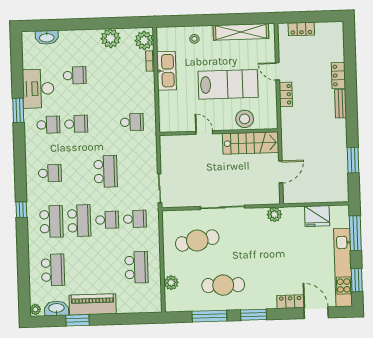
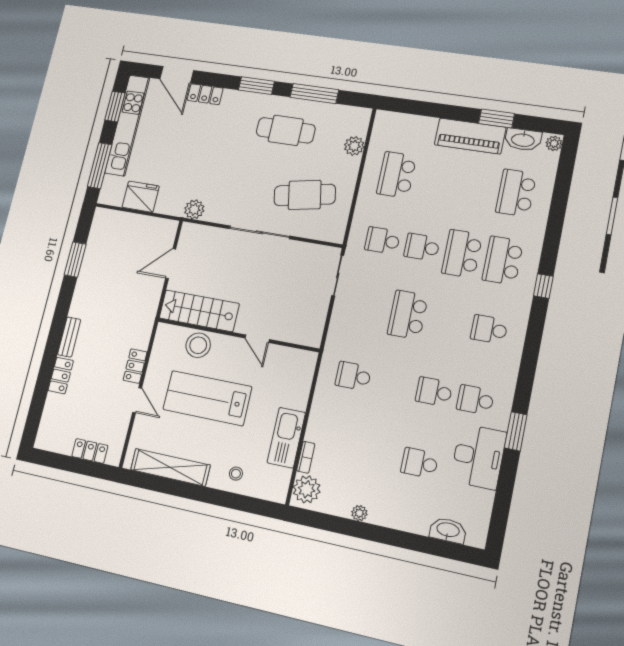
plant: (110, 38) -> (359, 513), width x0.53, depth x0.53

